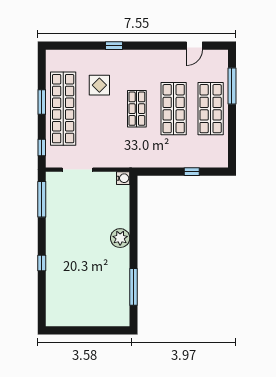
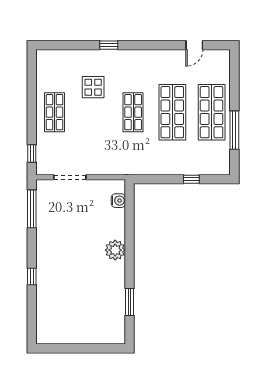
window: (232, 86) -> (234, 130), moved
window: (42, 102) -> (32, 105), removed
shop shelf: (63, 109) -> (54, 112), width x0.50, depth x0.74
water cooler: (123, 178) -> (118, 201), moved
window: (134, 287) -> (130, 302), width x0.69

